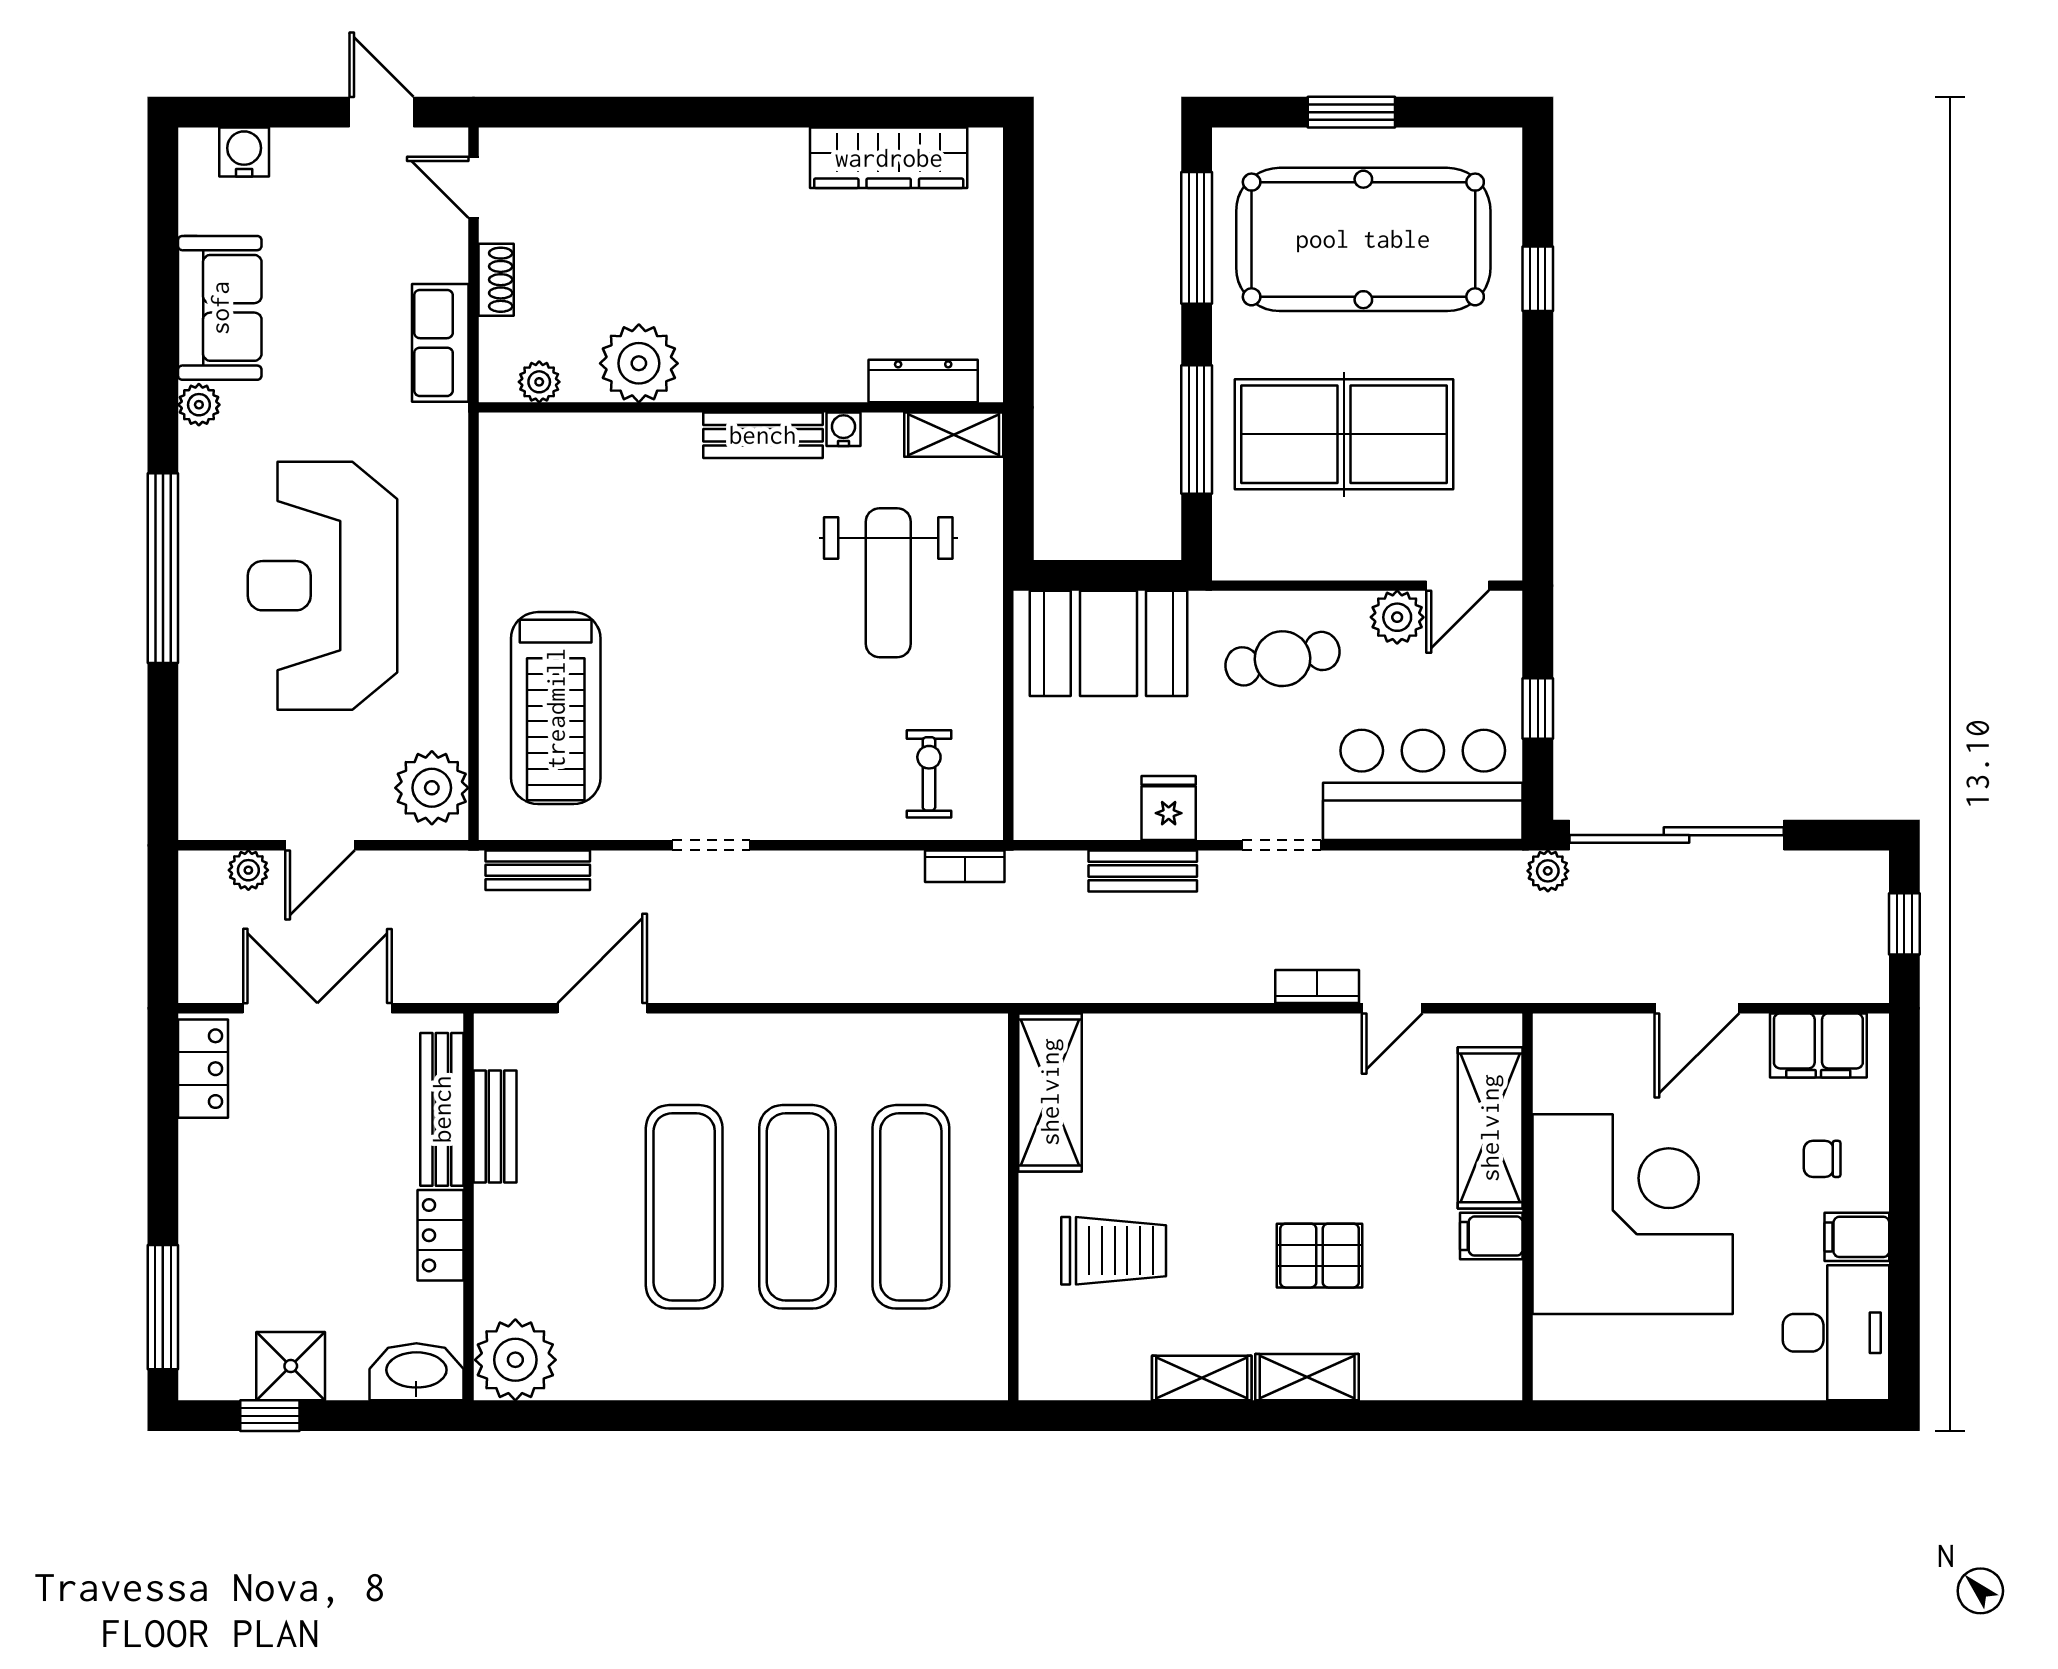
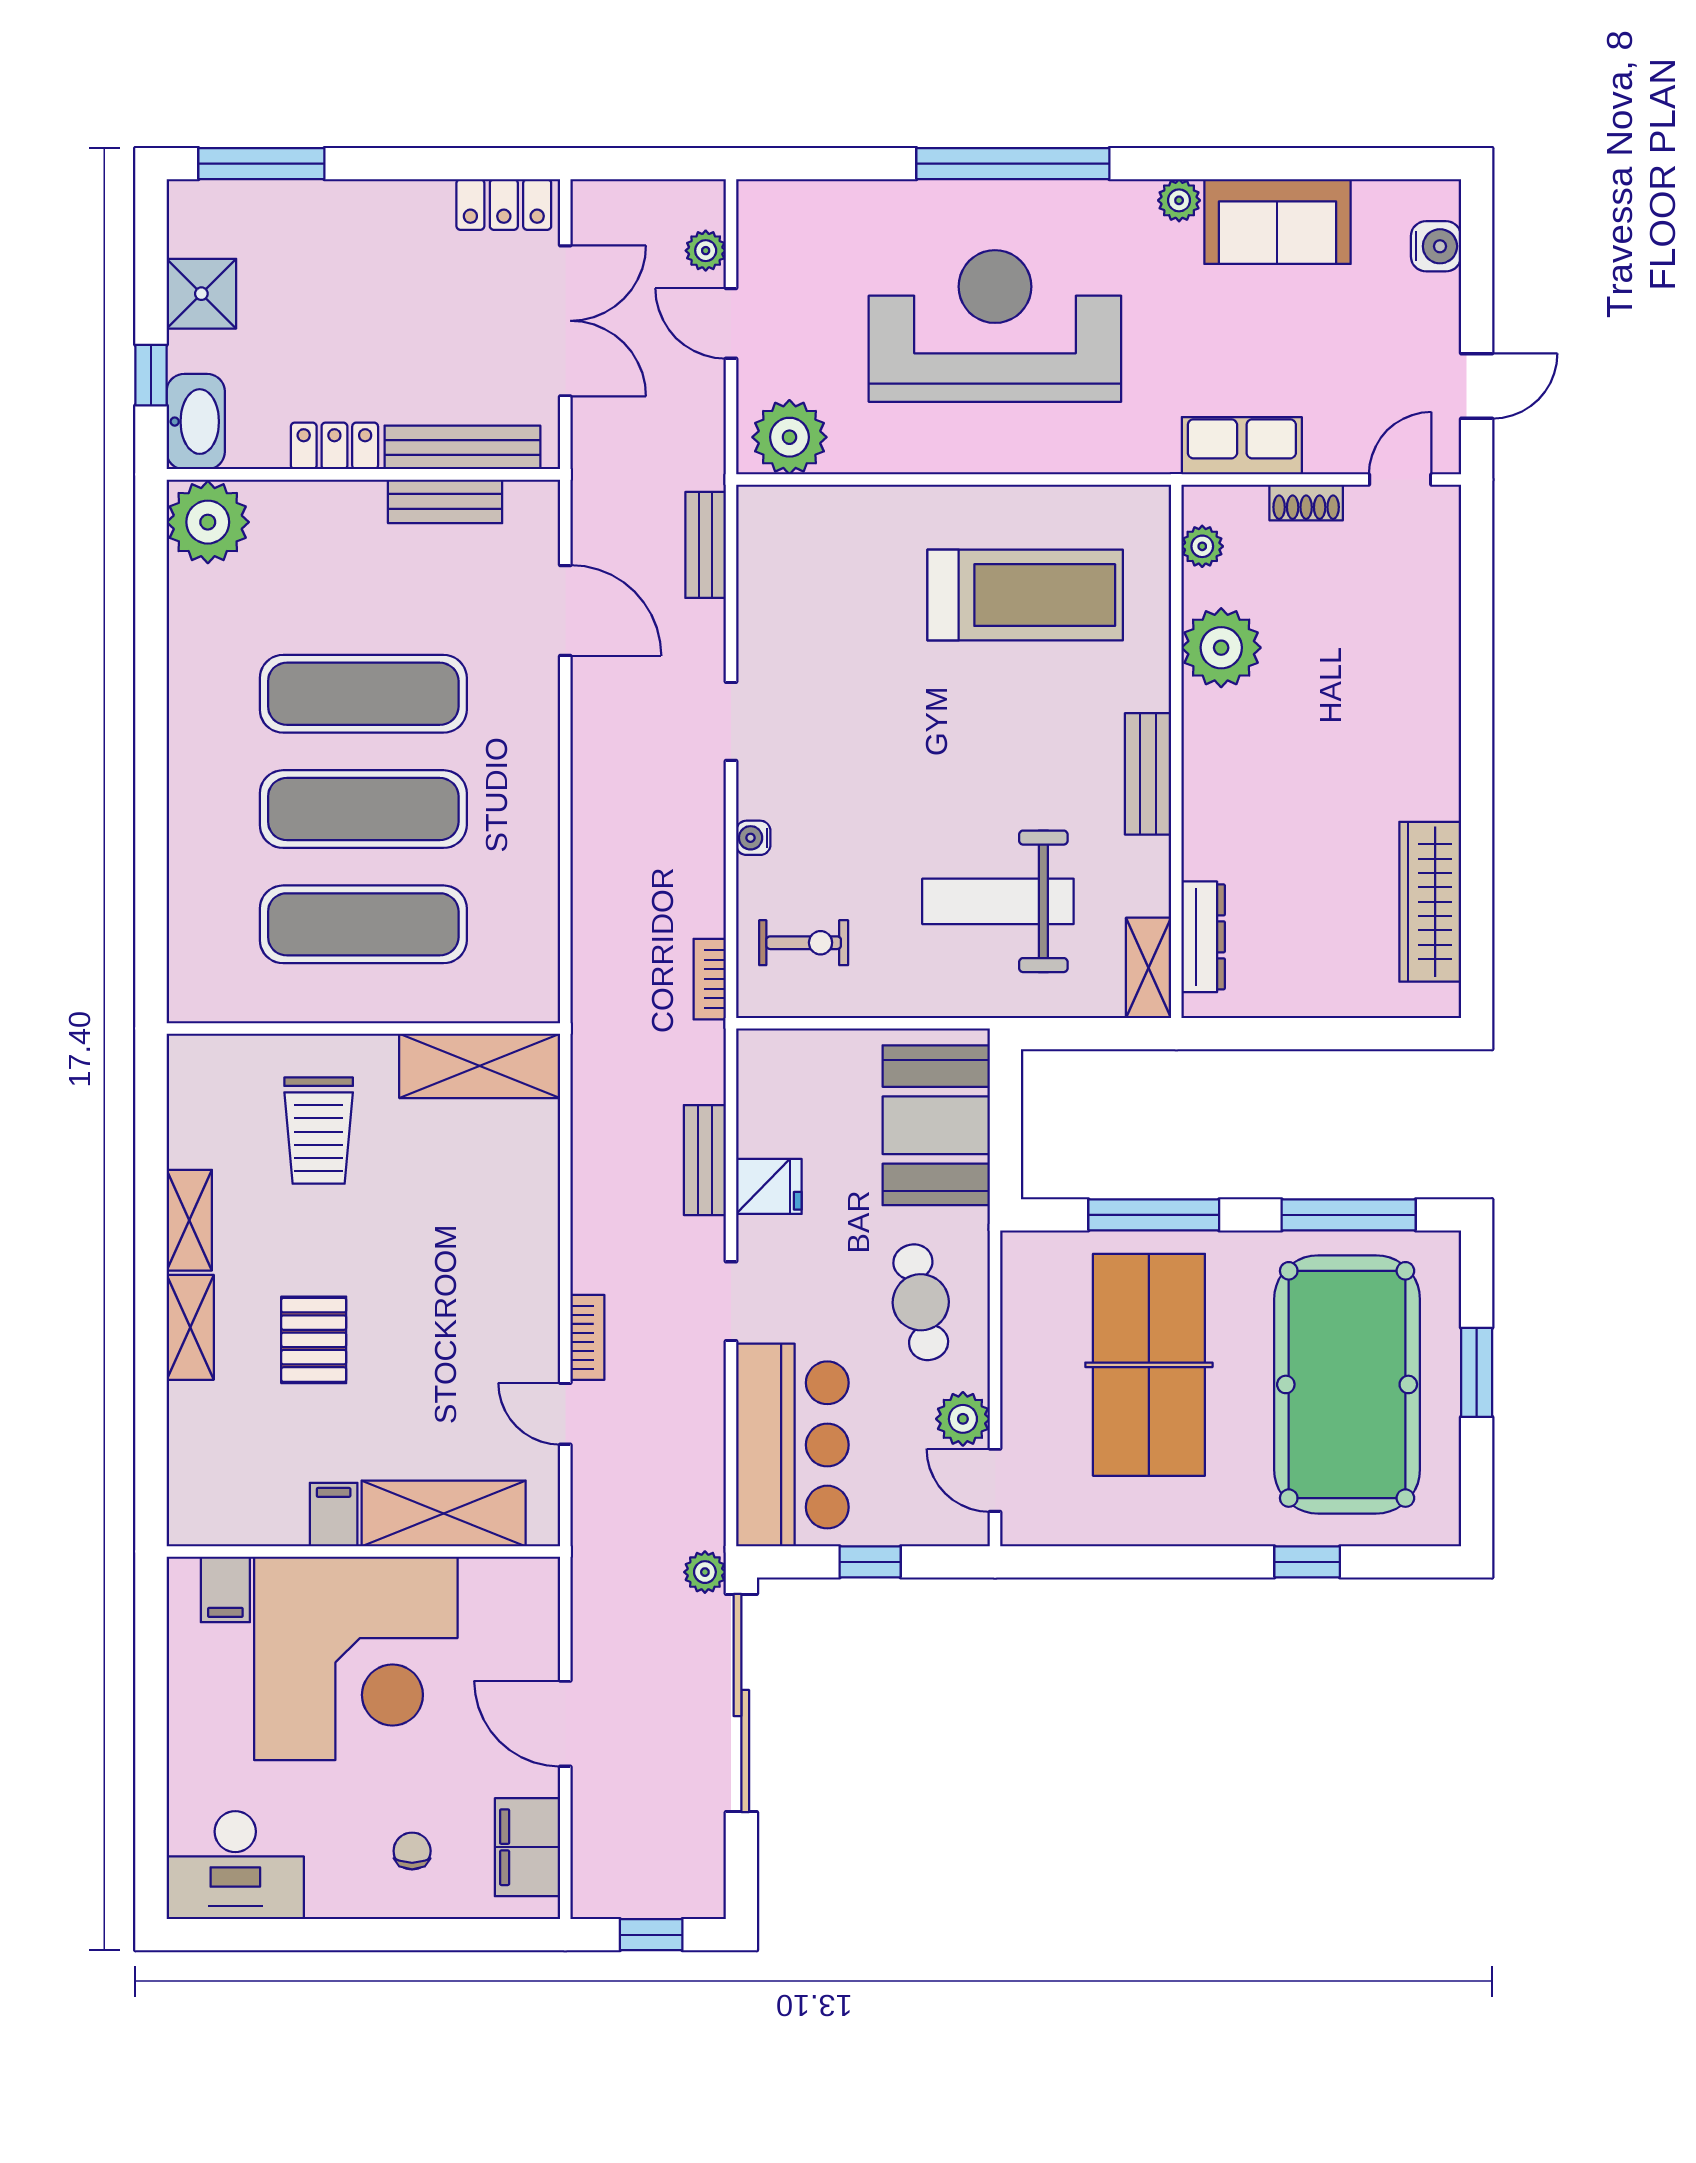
water cooler: (844, 429) -> (753, 838), moved, turned 180
treadmill: (556, 708) -> (1025, 595), moved, turned 180
filing cabinet: (1857, 1237) -> (225, 1589), moved, turned 180
window: (270, 1416) -> (151, 375), moved

